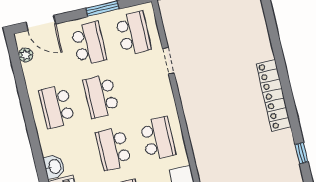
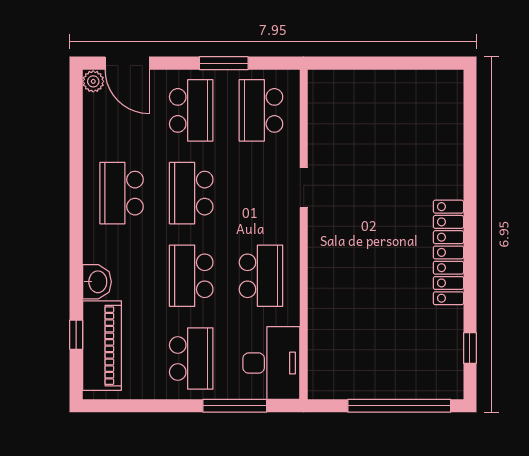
school desk: (133, 33) -> (261, 110), turned 180
plant: (26, 55) -> (93, 81), moved
doorway: (168, 61) -> (304, 188), moved

